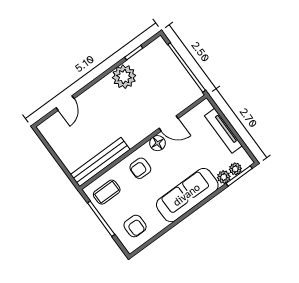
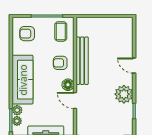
door: (65, 103) -> (134, 66), moved
door: (169, 123) -> (75, 101), hinge flipped
bench: (100, 162) -> (82, 61), moved
armchair: (140, 168) -> (60, 63), turned -90

